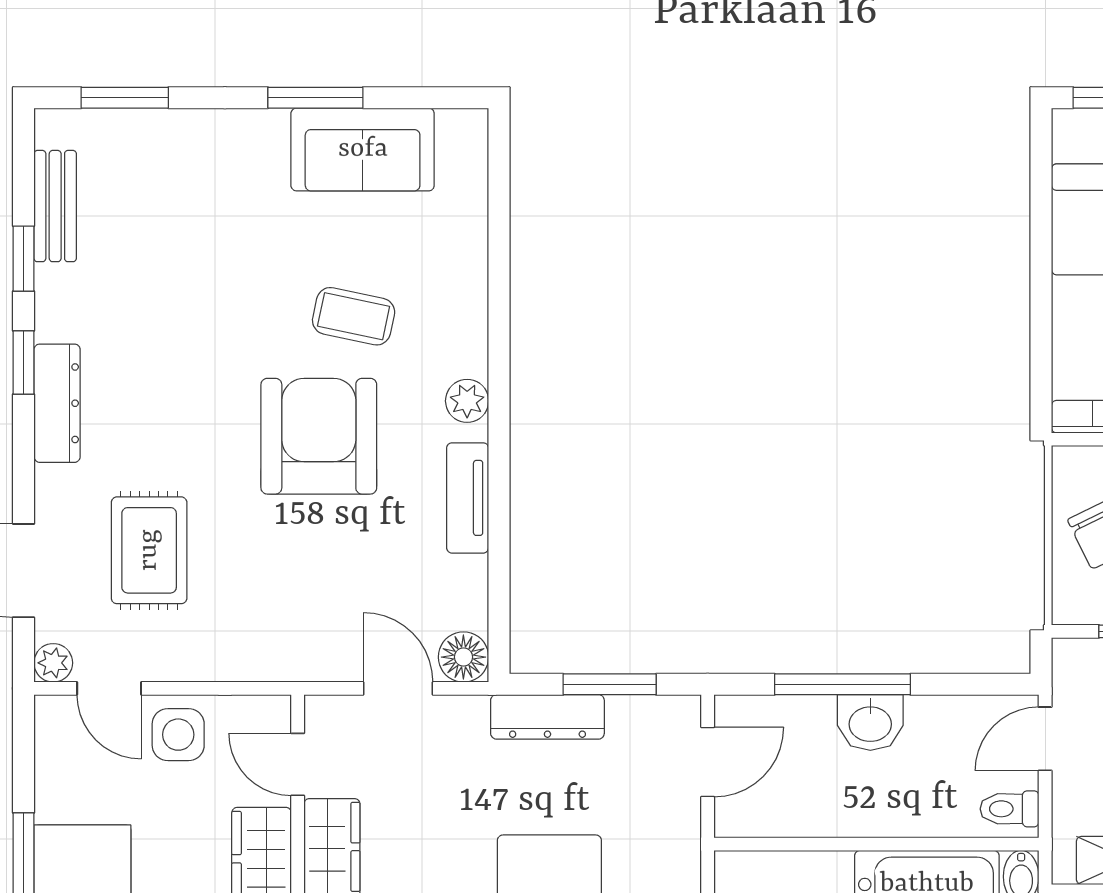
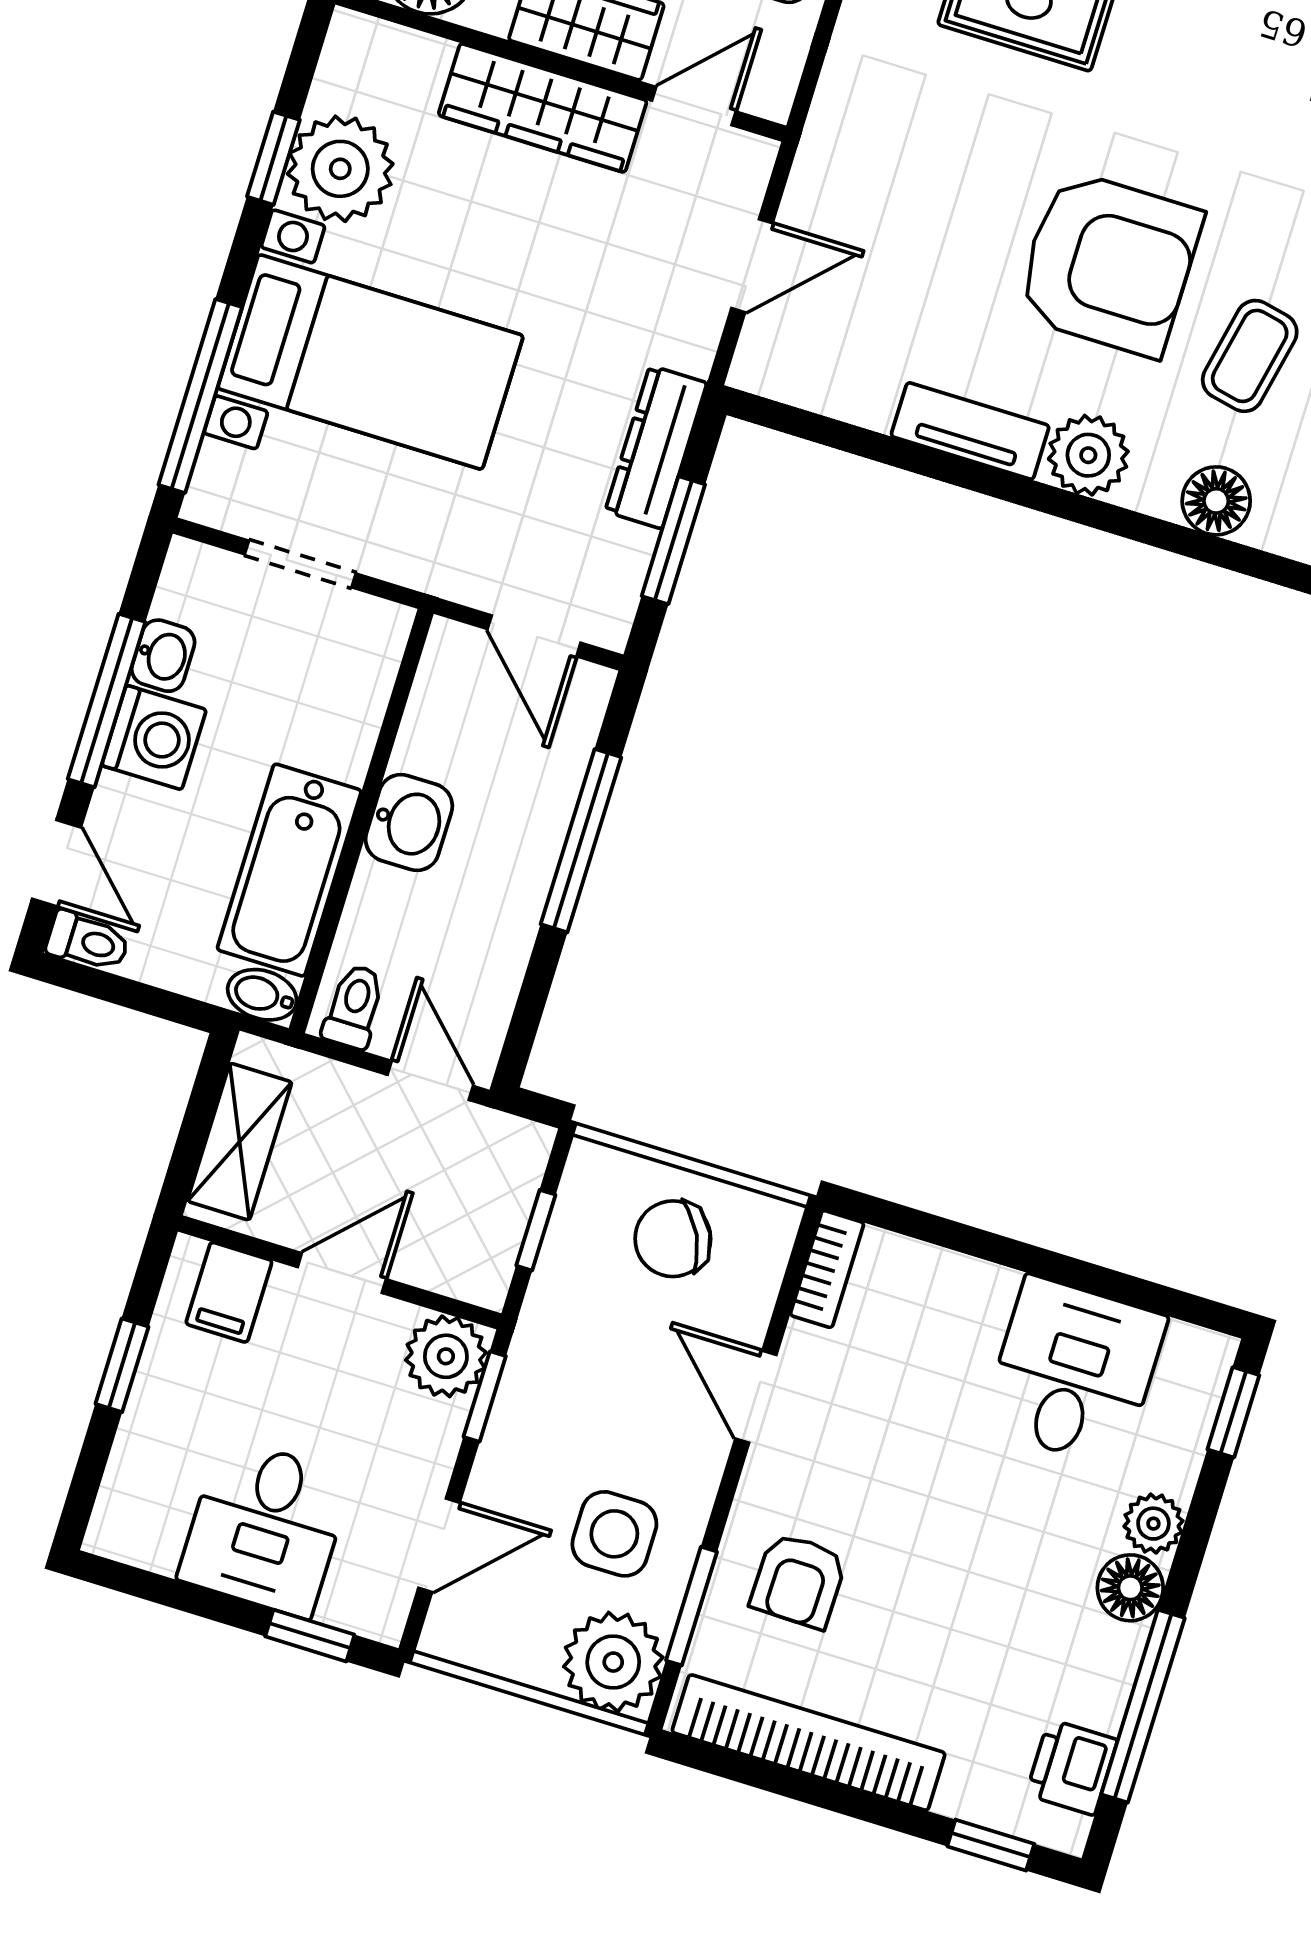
plant: (467, 401) -> (1088, 455), width x1.38, depth x1.38
floor lamp: (463, 657) -> (1216, 501), moved
washbasin: (870, 722) -> (409, 823), moved, turned 180

